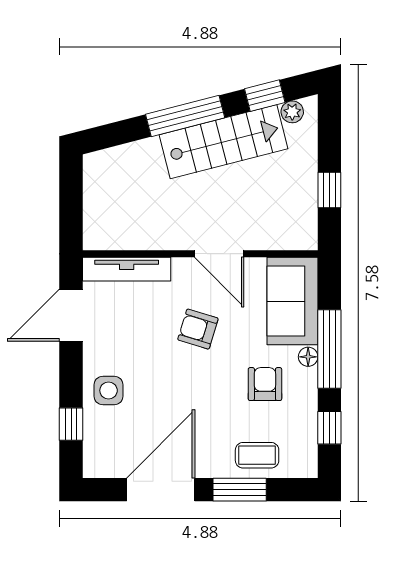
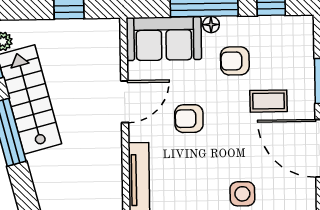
armchair: (198, 329) -> (189, 119), turned 73
coffee table: (257, 455) -> (268, 101), moved, turned 90

